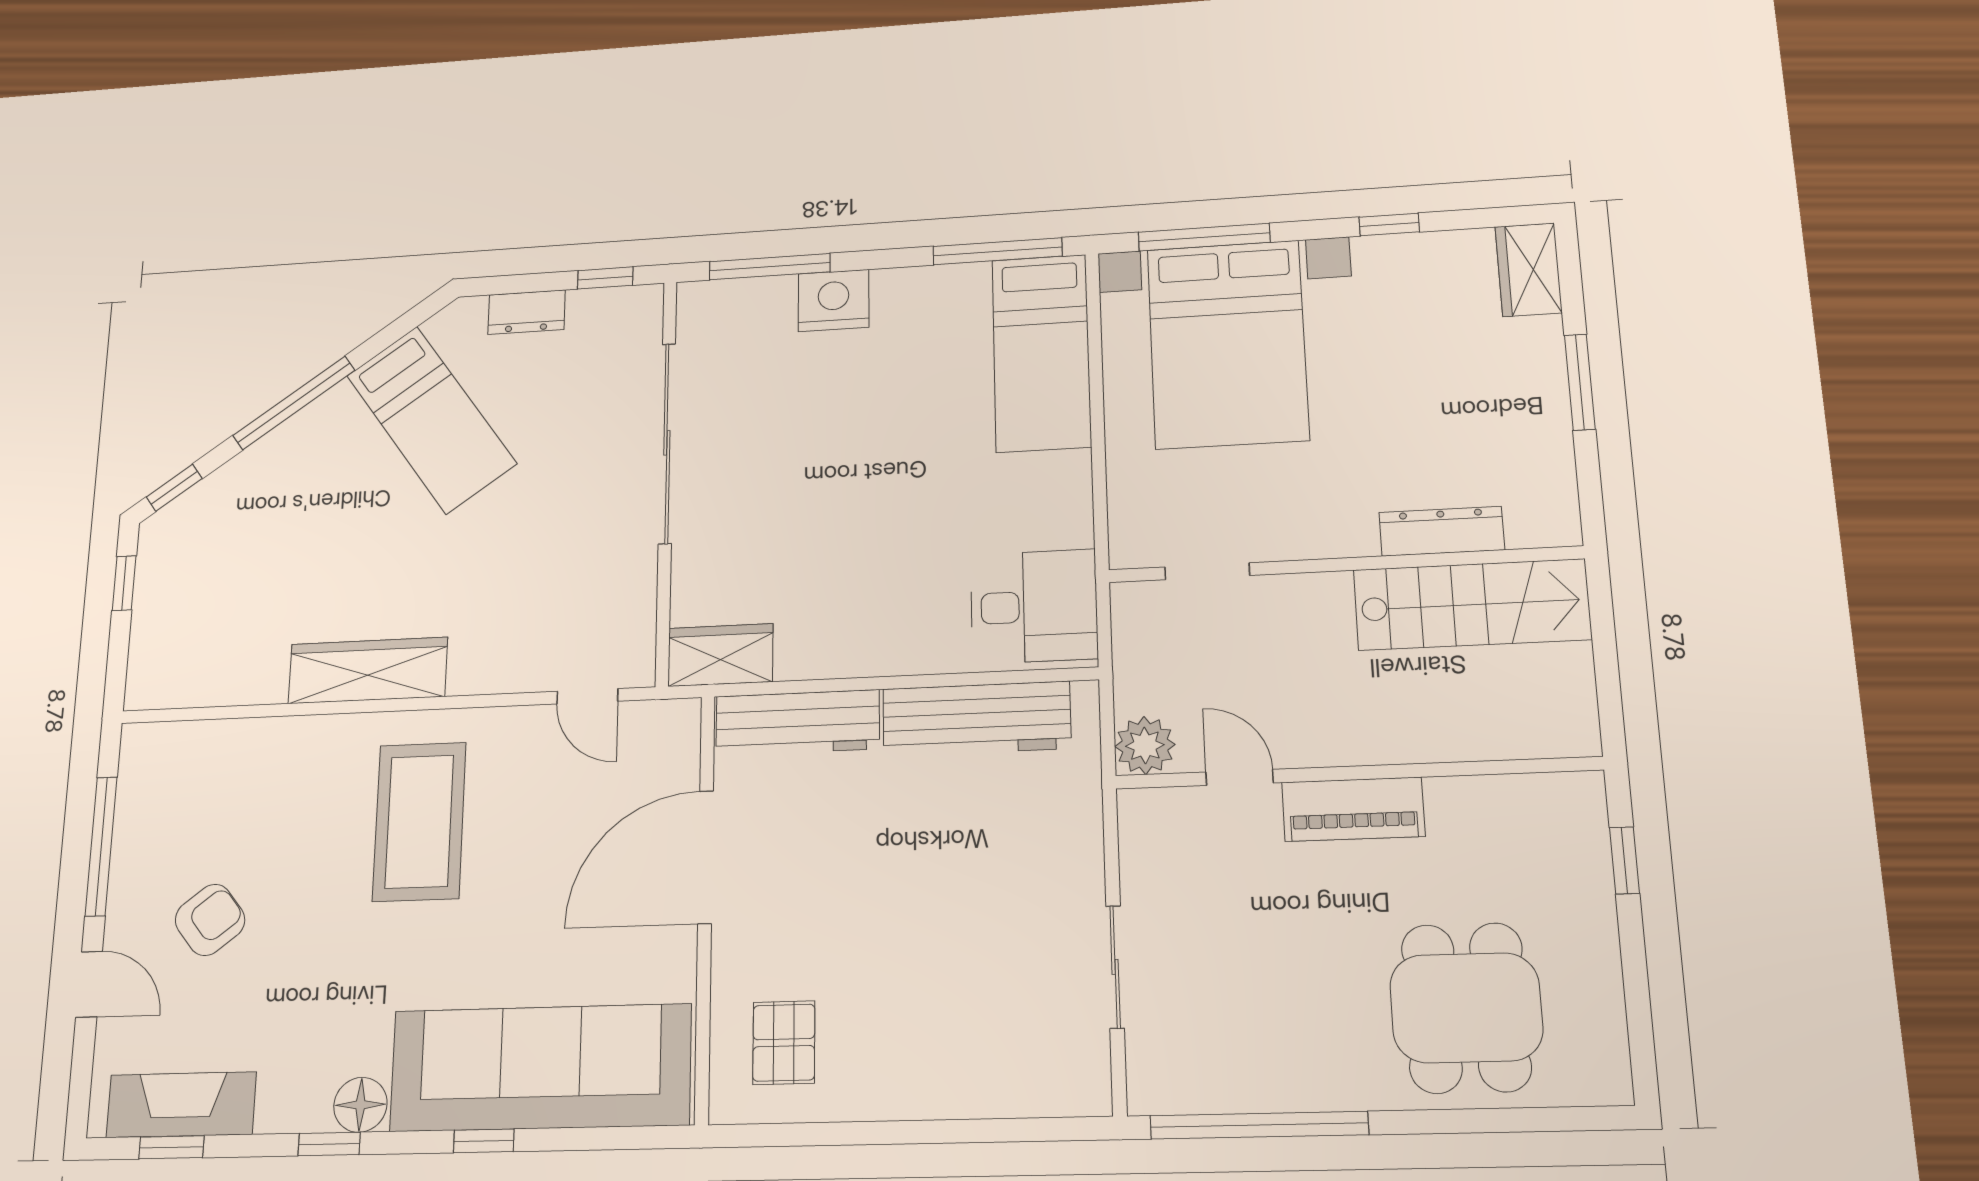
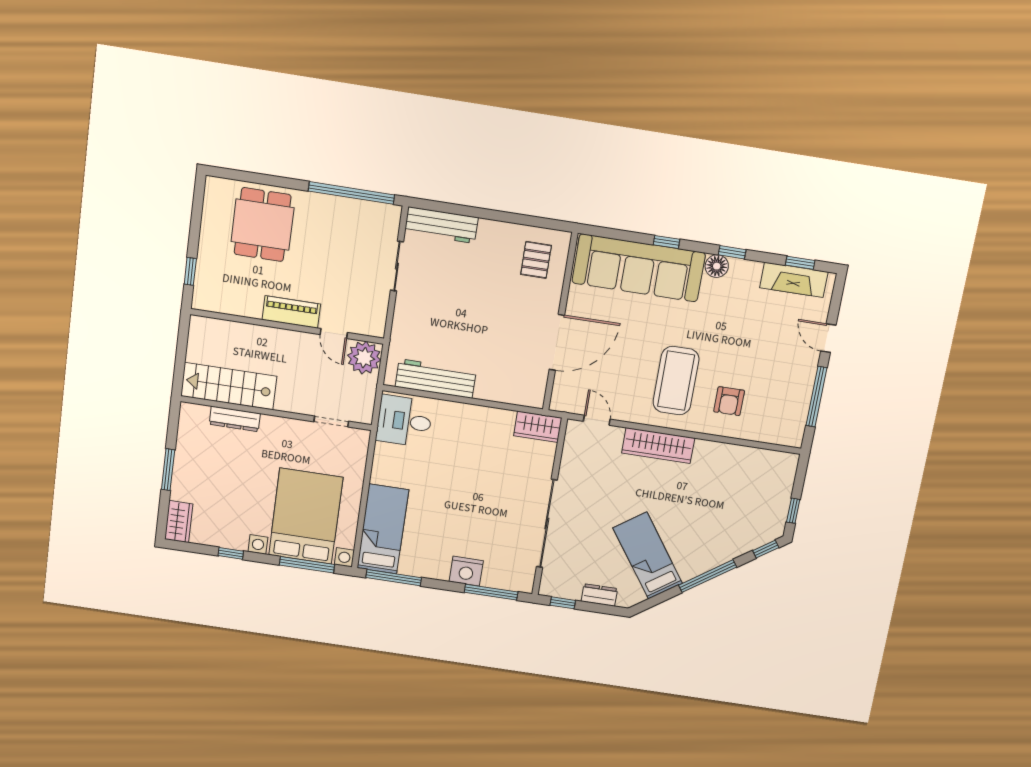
wardrobe: (368, 670) -> (658, 445), moved
workbench: (797, 723) -> (441, 225), moved, turned 180
plant: (1145, 745) -> (364, 358), width x1.36, depth x1.36
armchair: (210, 920) -> (729, 401), moved, turned -52

